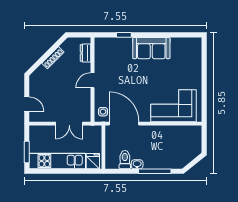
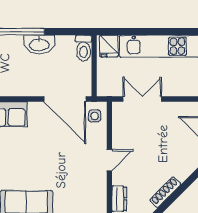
toilet: (125, 160) -> (84, 48), moved
washbasin: (137, 164) -> (39, 44), width x1.91, depth x1.45

